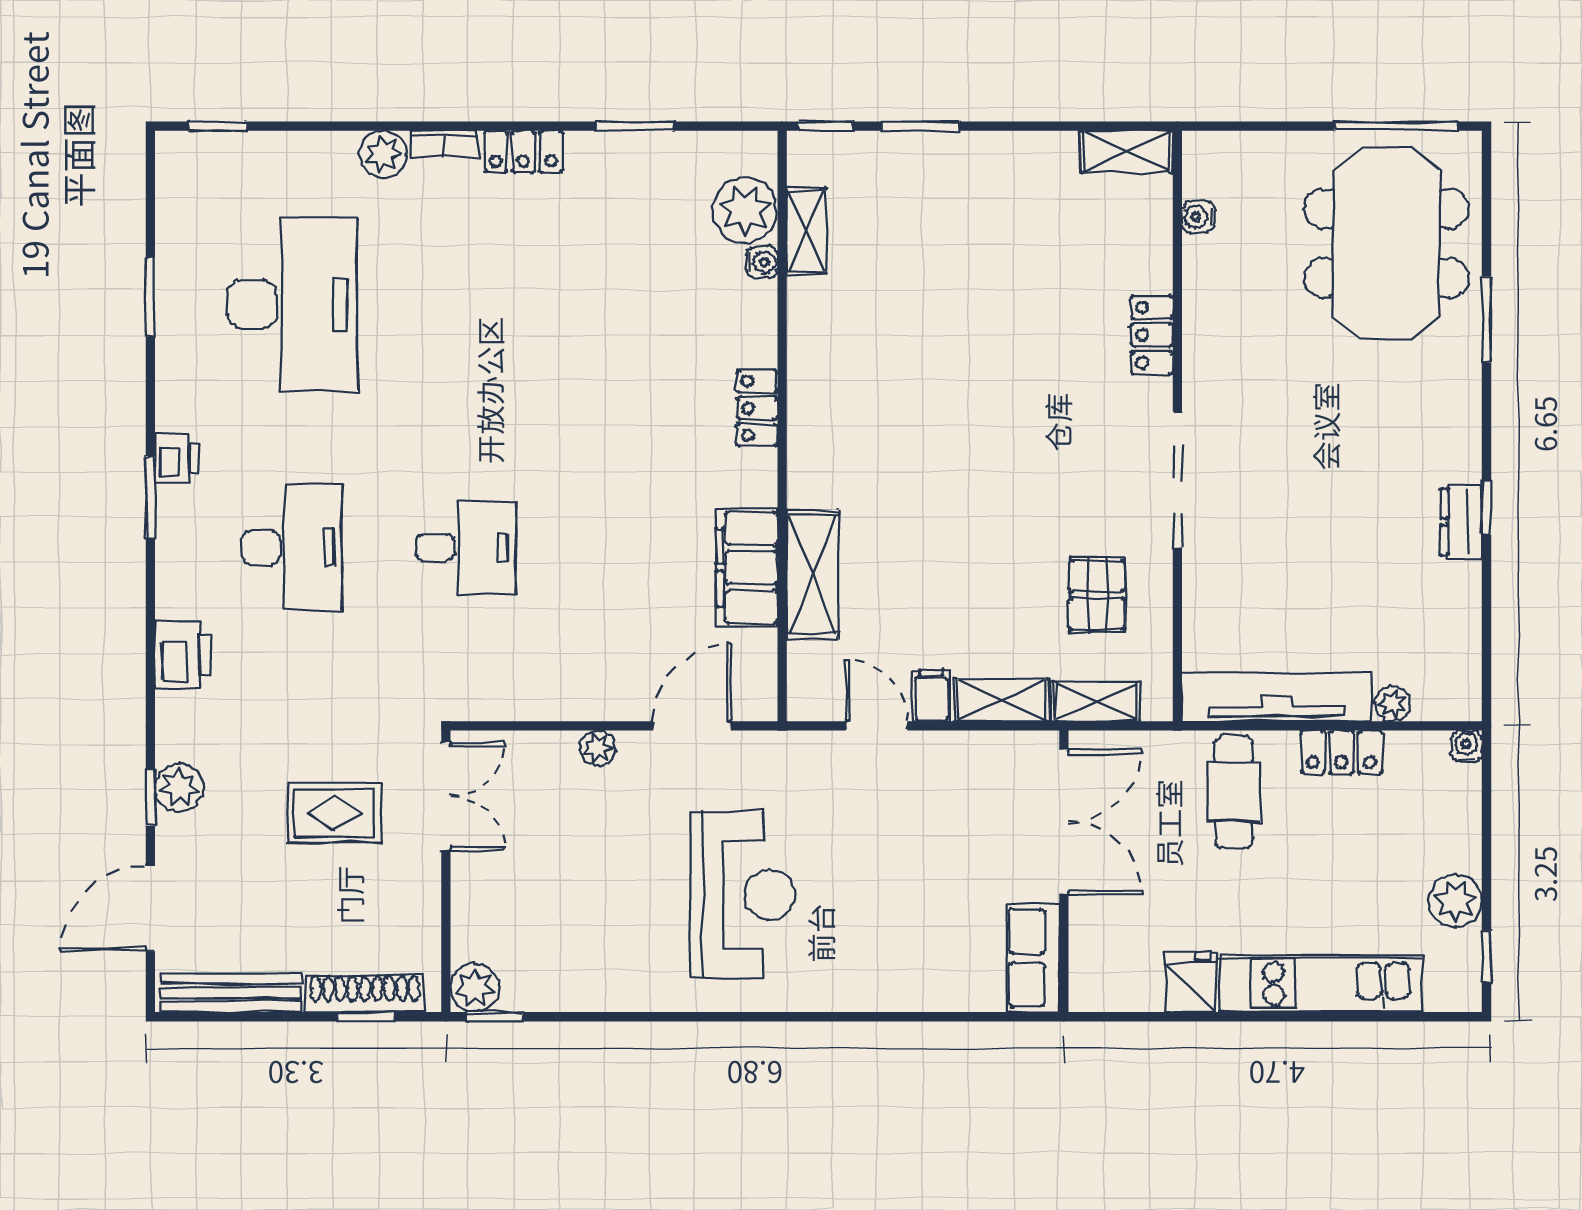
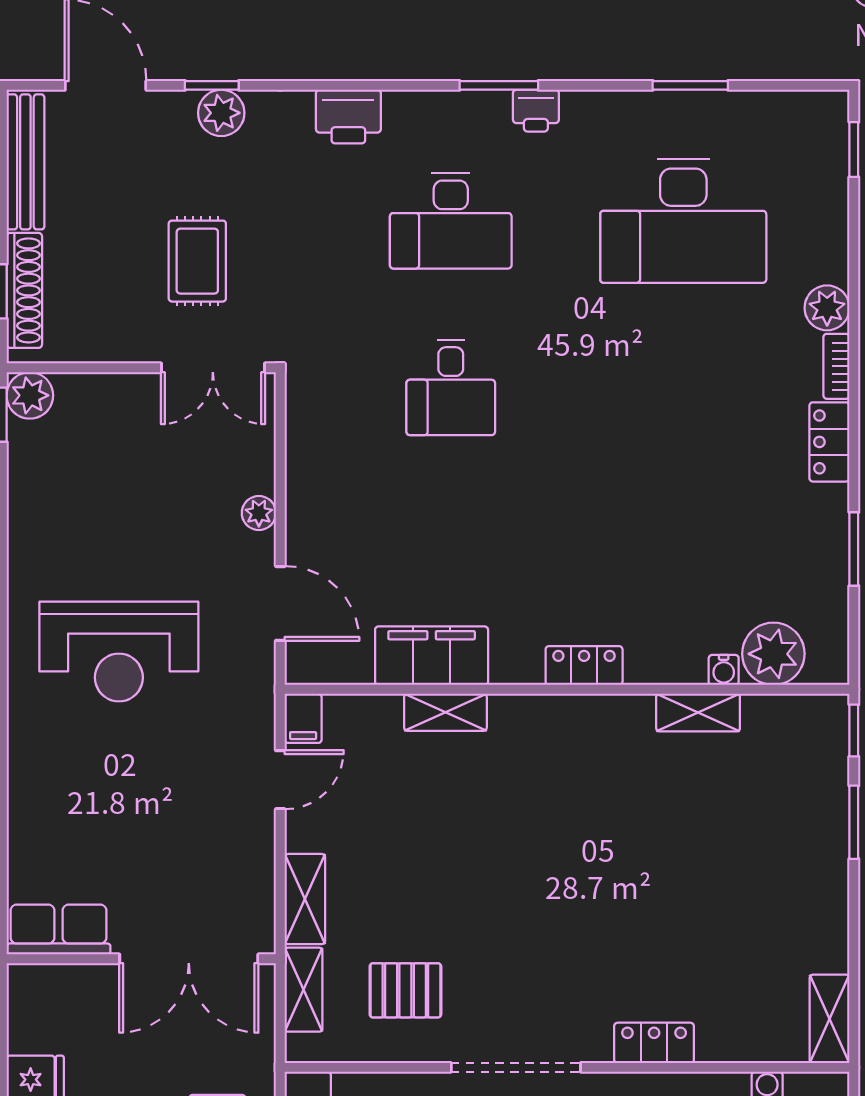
shelving: (806, 231) -> (698, 713), moved
shelving: (813, 575) -> (445, 712), width x0.67, depth x0.75
filing cabinet: (931, 696) -> (303, 718), moved, turned 90

